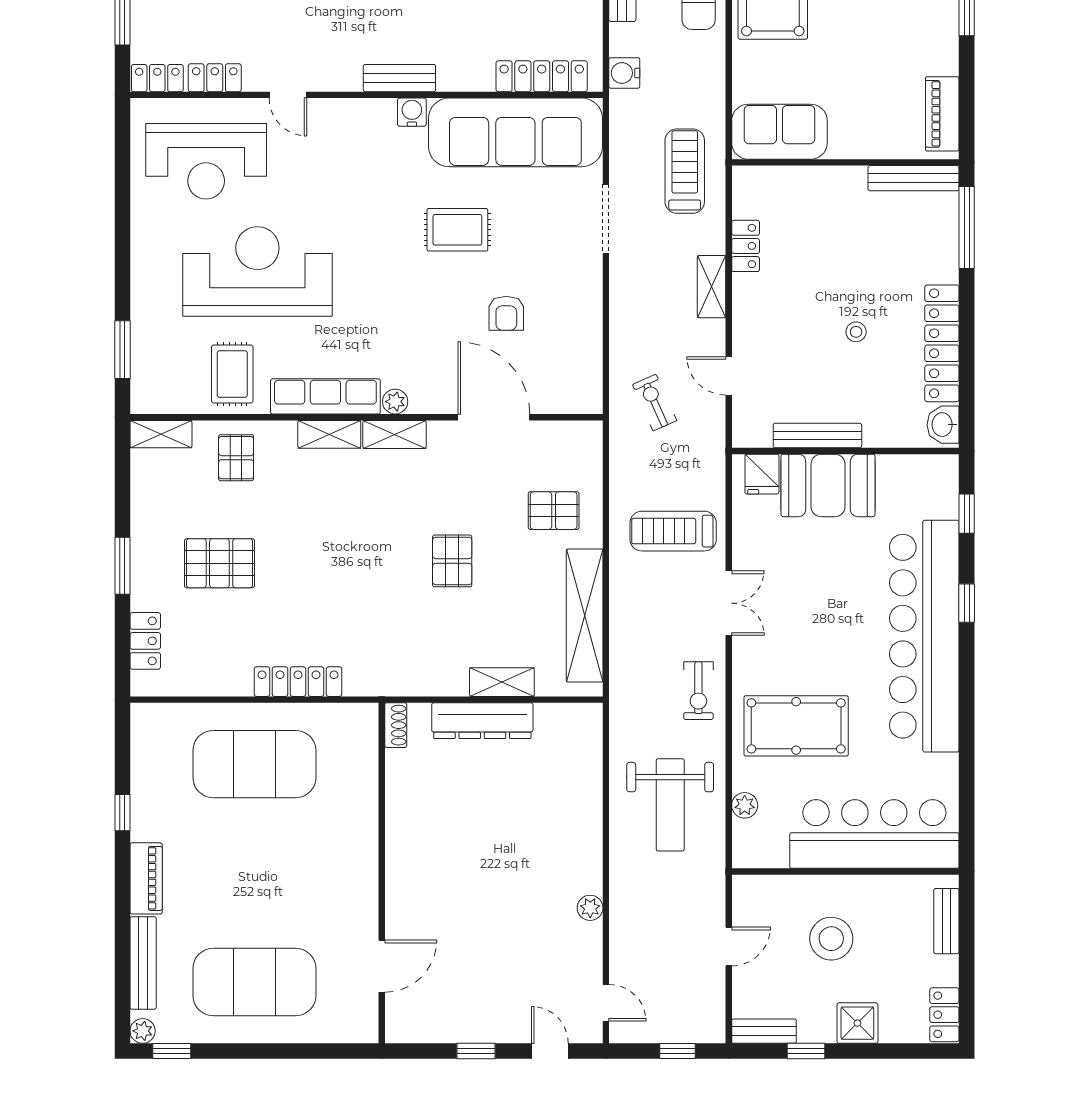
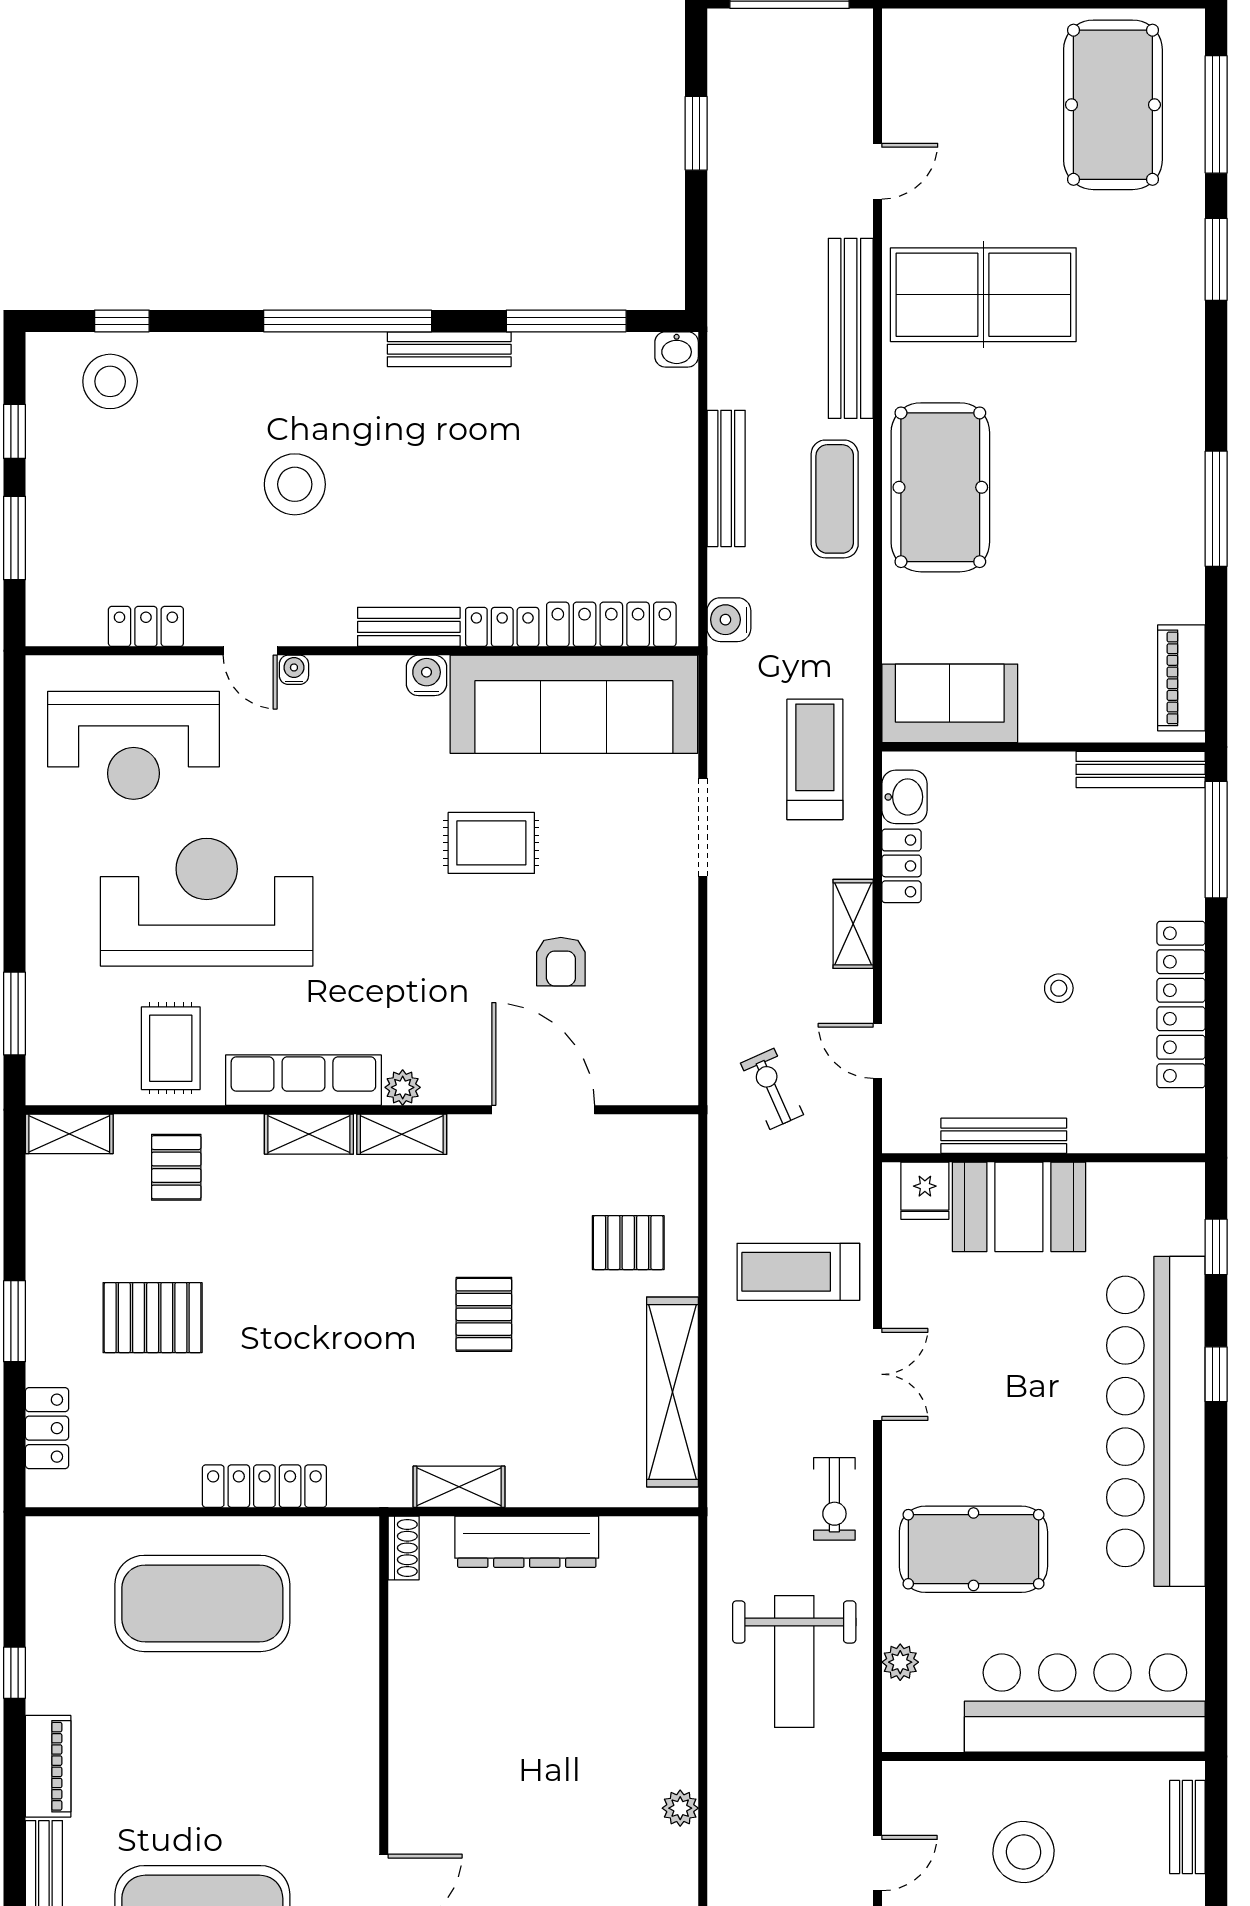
locker: (157, 78) -> (502, 627), moved
water cooler: (319, 108) -> (294, 670), added
washbasin: (943, 425) -> (904, 797), moved, turned 180
shelving: (502, 682) -> (459, 1487), moved

